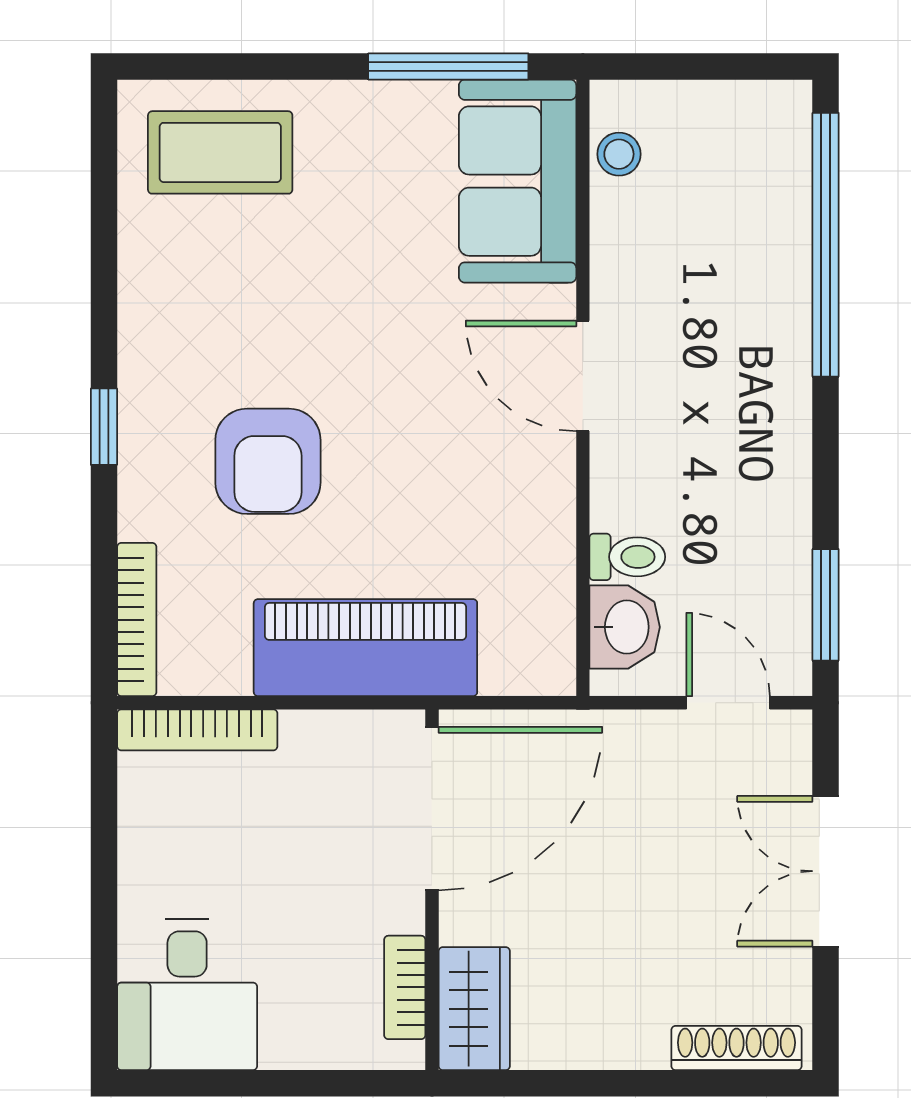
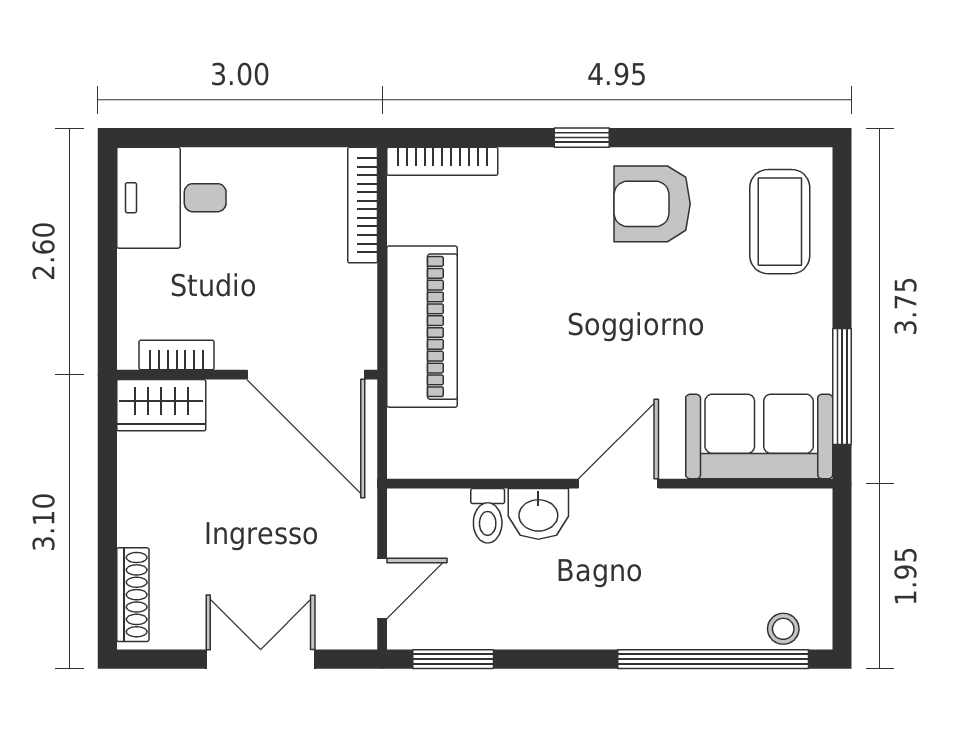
stool: (619, 154) -> (783, 629), moved
armchair: (268, 461) -> (652, 204), moved
washbasin: (625, 627) -> (538, 514), moved

